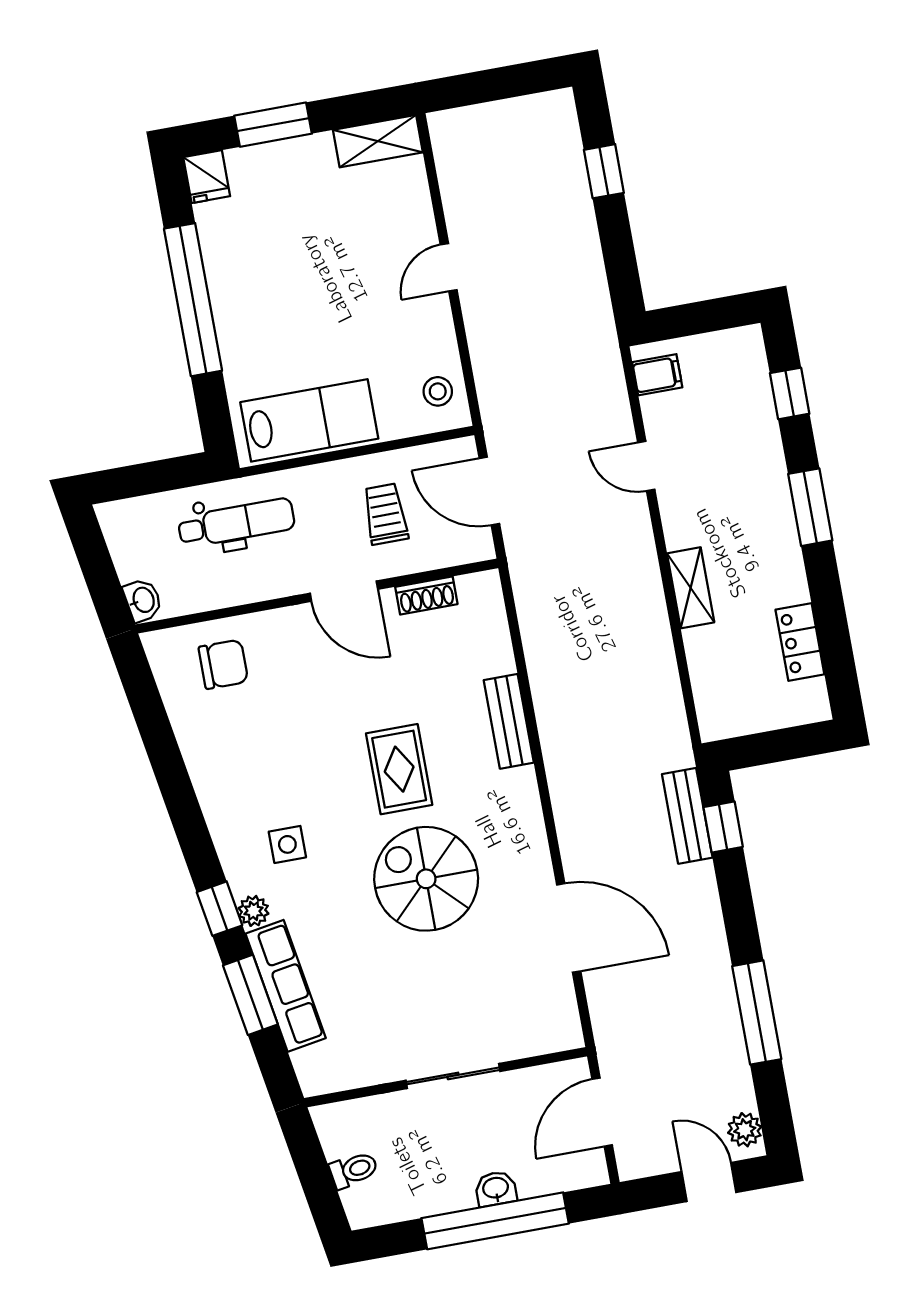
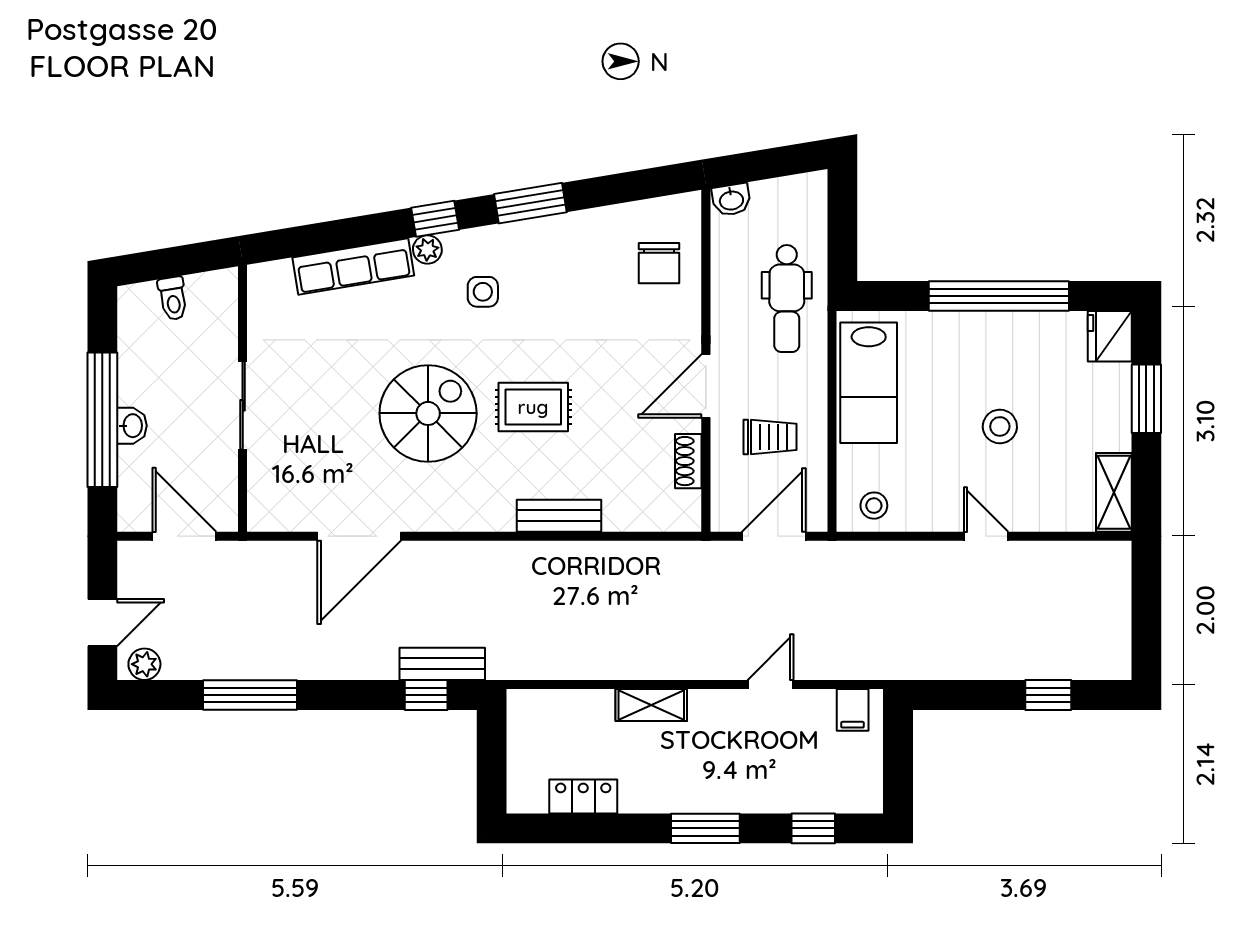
fridge: (207, 177) -> (1110, 336), width x1.38
stool: (330, 274) -> (1000, 426), added
window: (250, 995) -> (530, 203), moved

